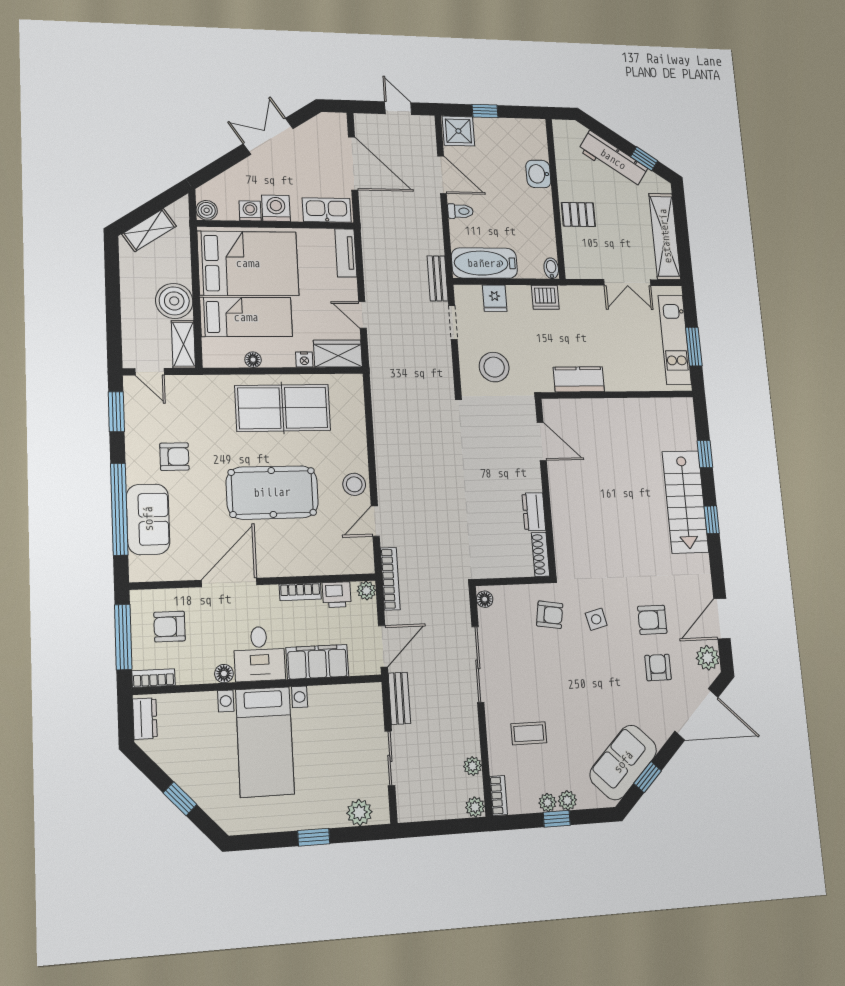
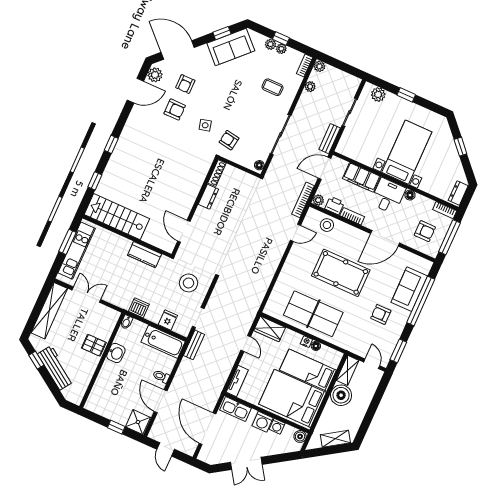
washbasin: (538, 174) -> (116, 353), moved
nightstand: (304, 360) -> (306, 342), moved
stool: (354, 484) -> (327, 225), moved
stairs: (685, 502) -> (117, 217), moved, turned -90

